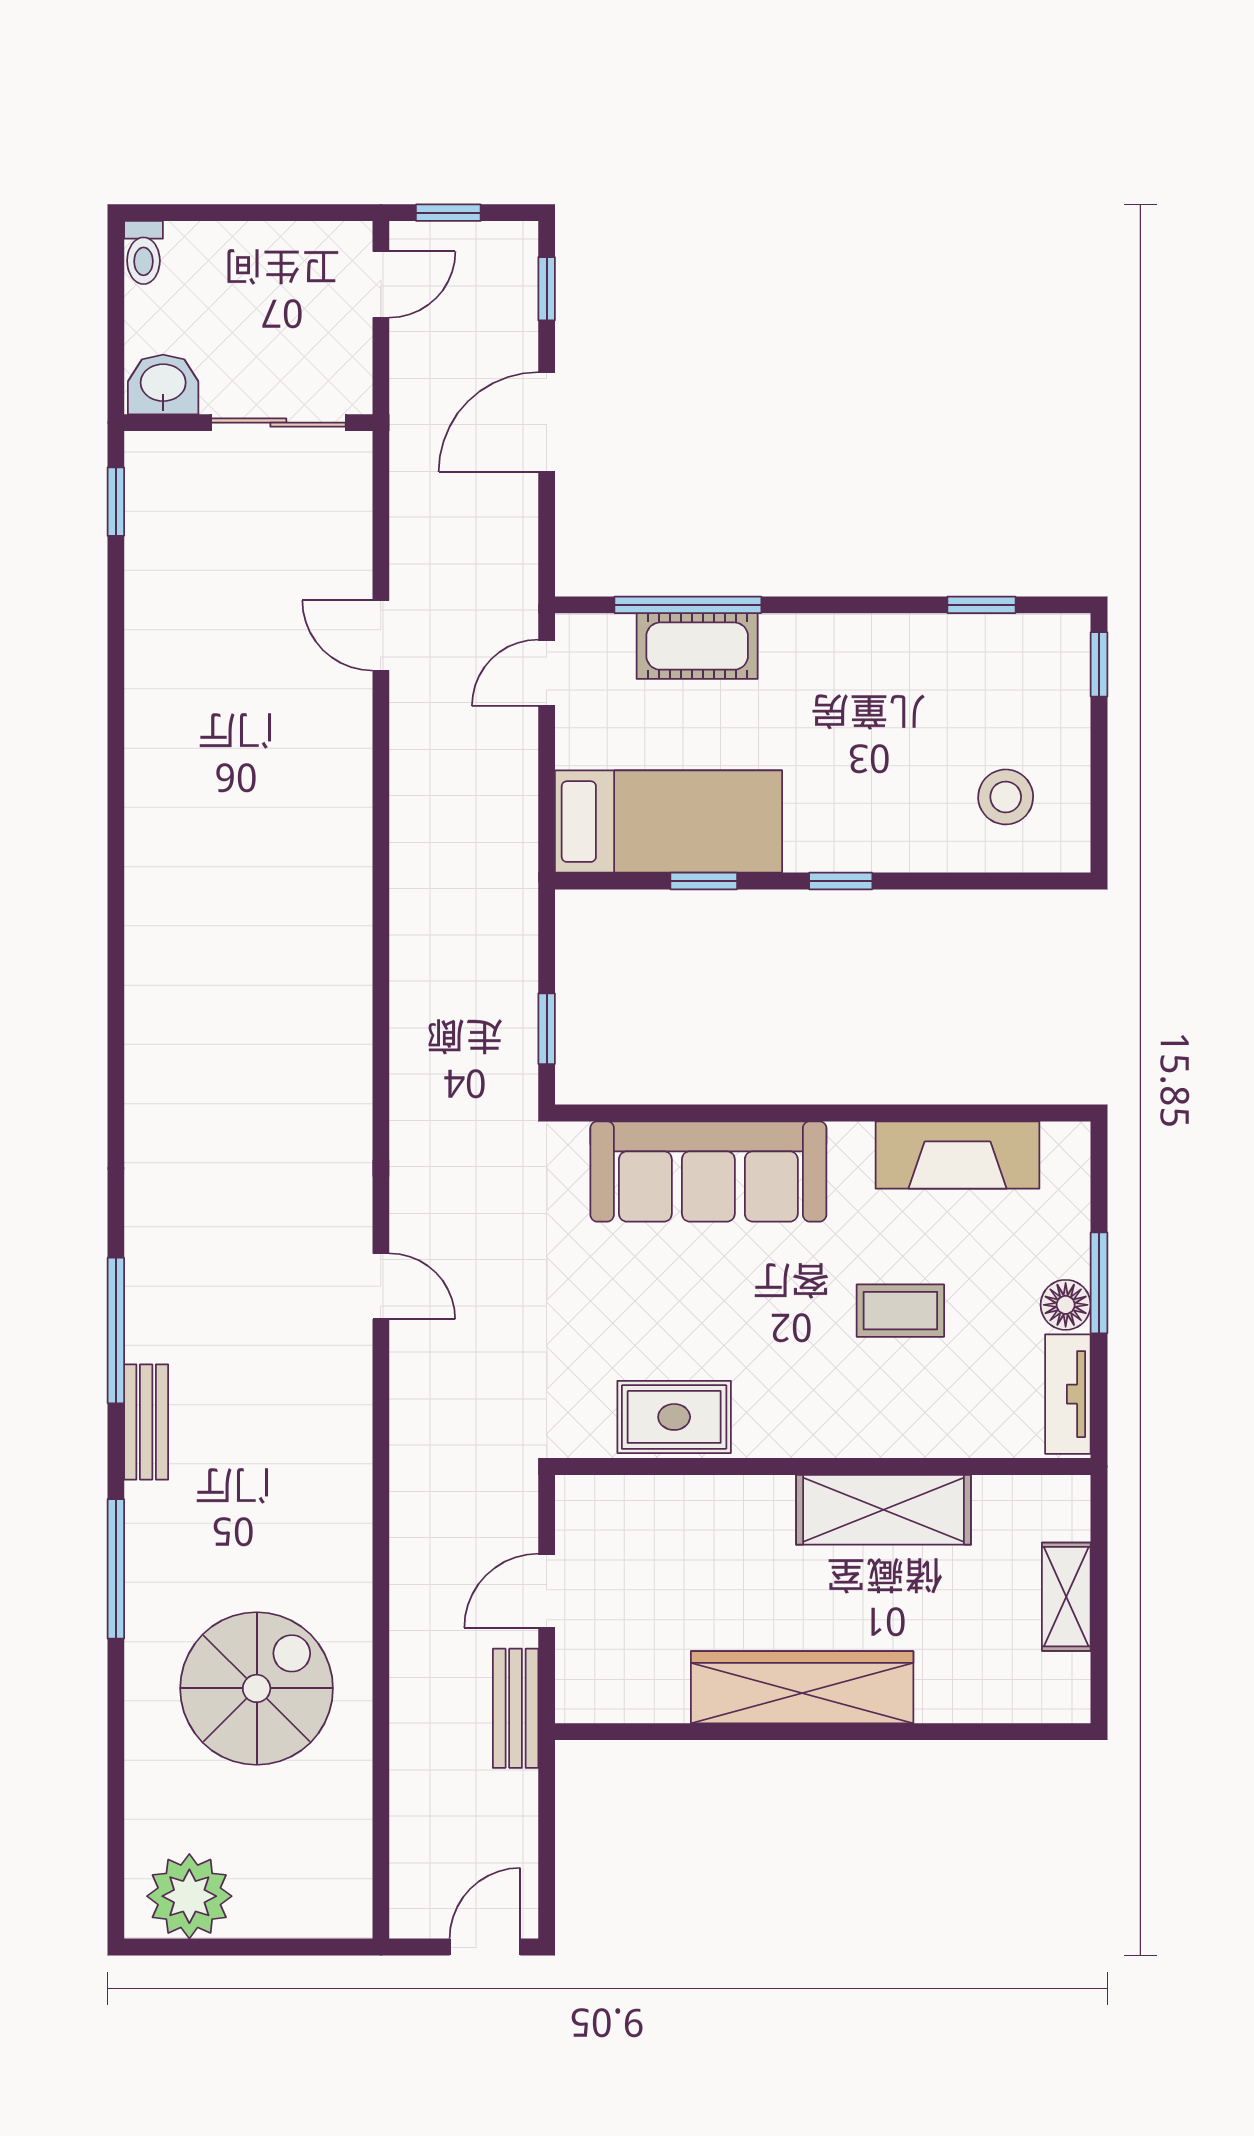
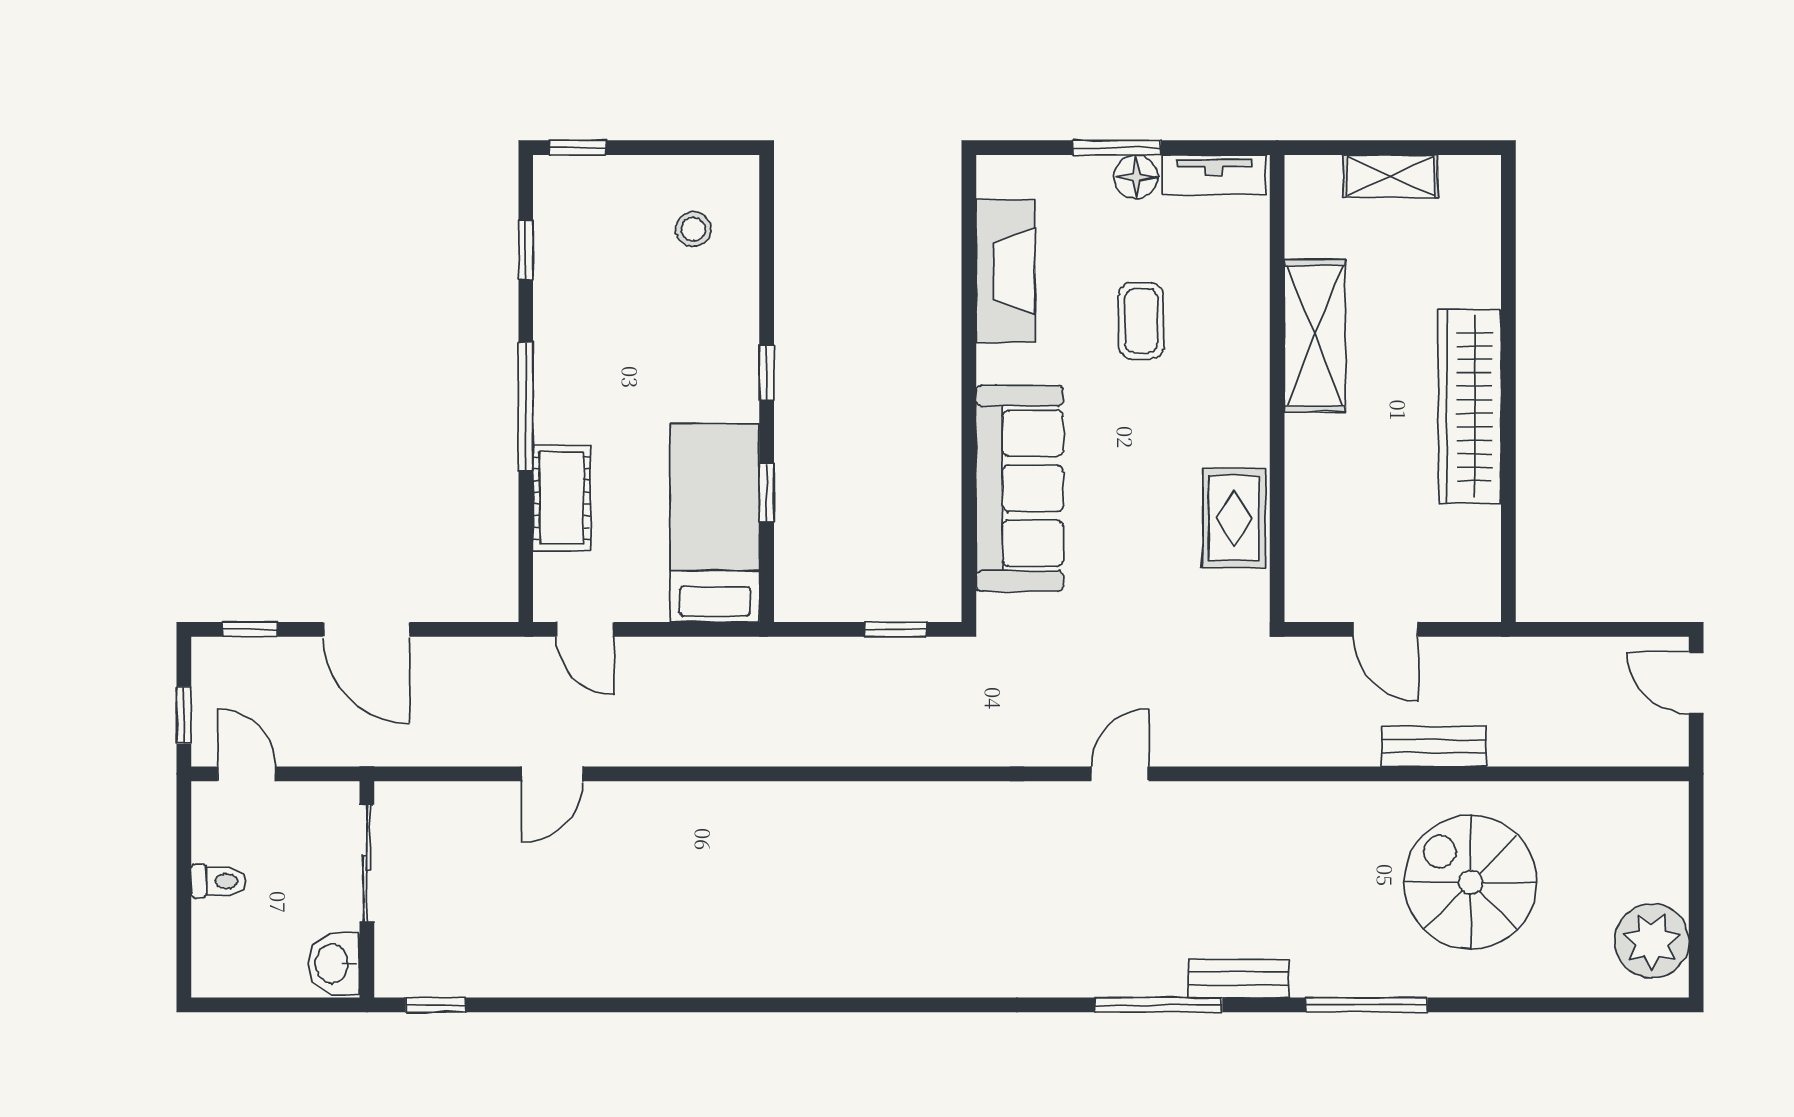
toilet: (143, 253) -> (219, 881), moved
window: (688, 605) -> (526, 407), moved
stool: (1006, 797) -> (693, 229), width x0.73, depth x0.73
bench: (516, 1708) -> (1434, 747), moved

